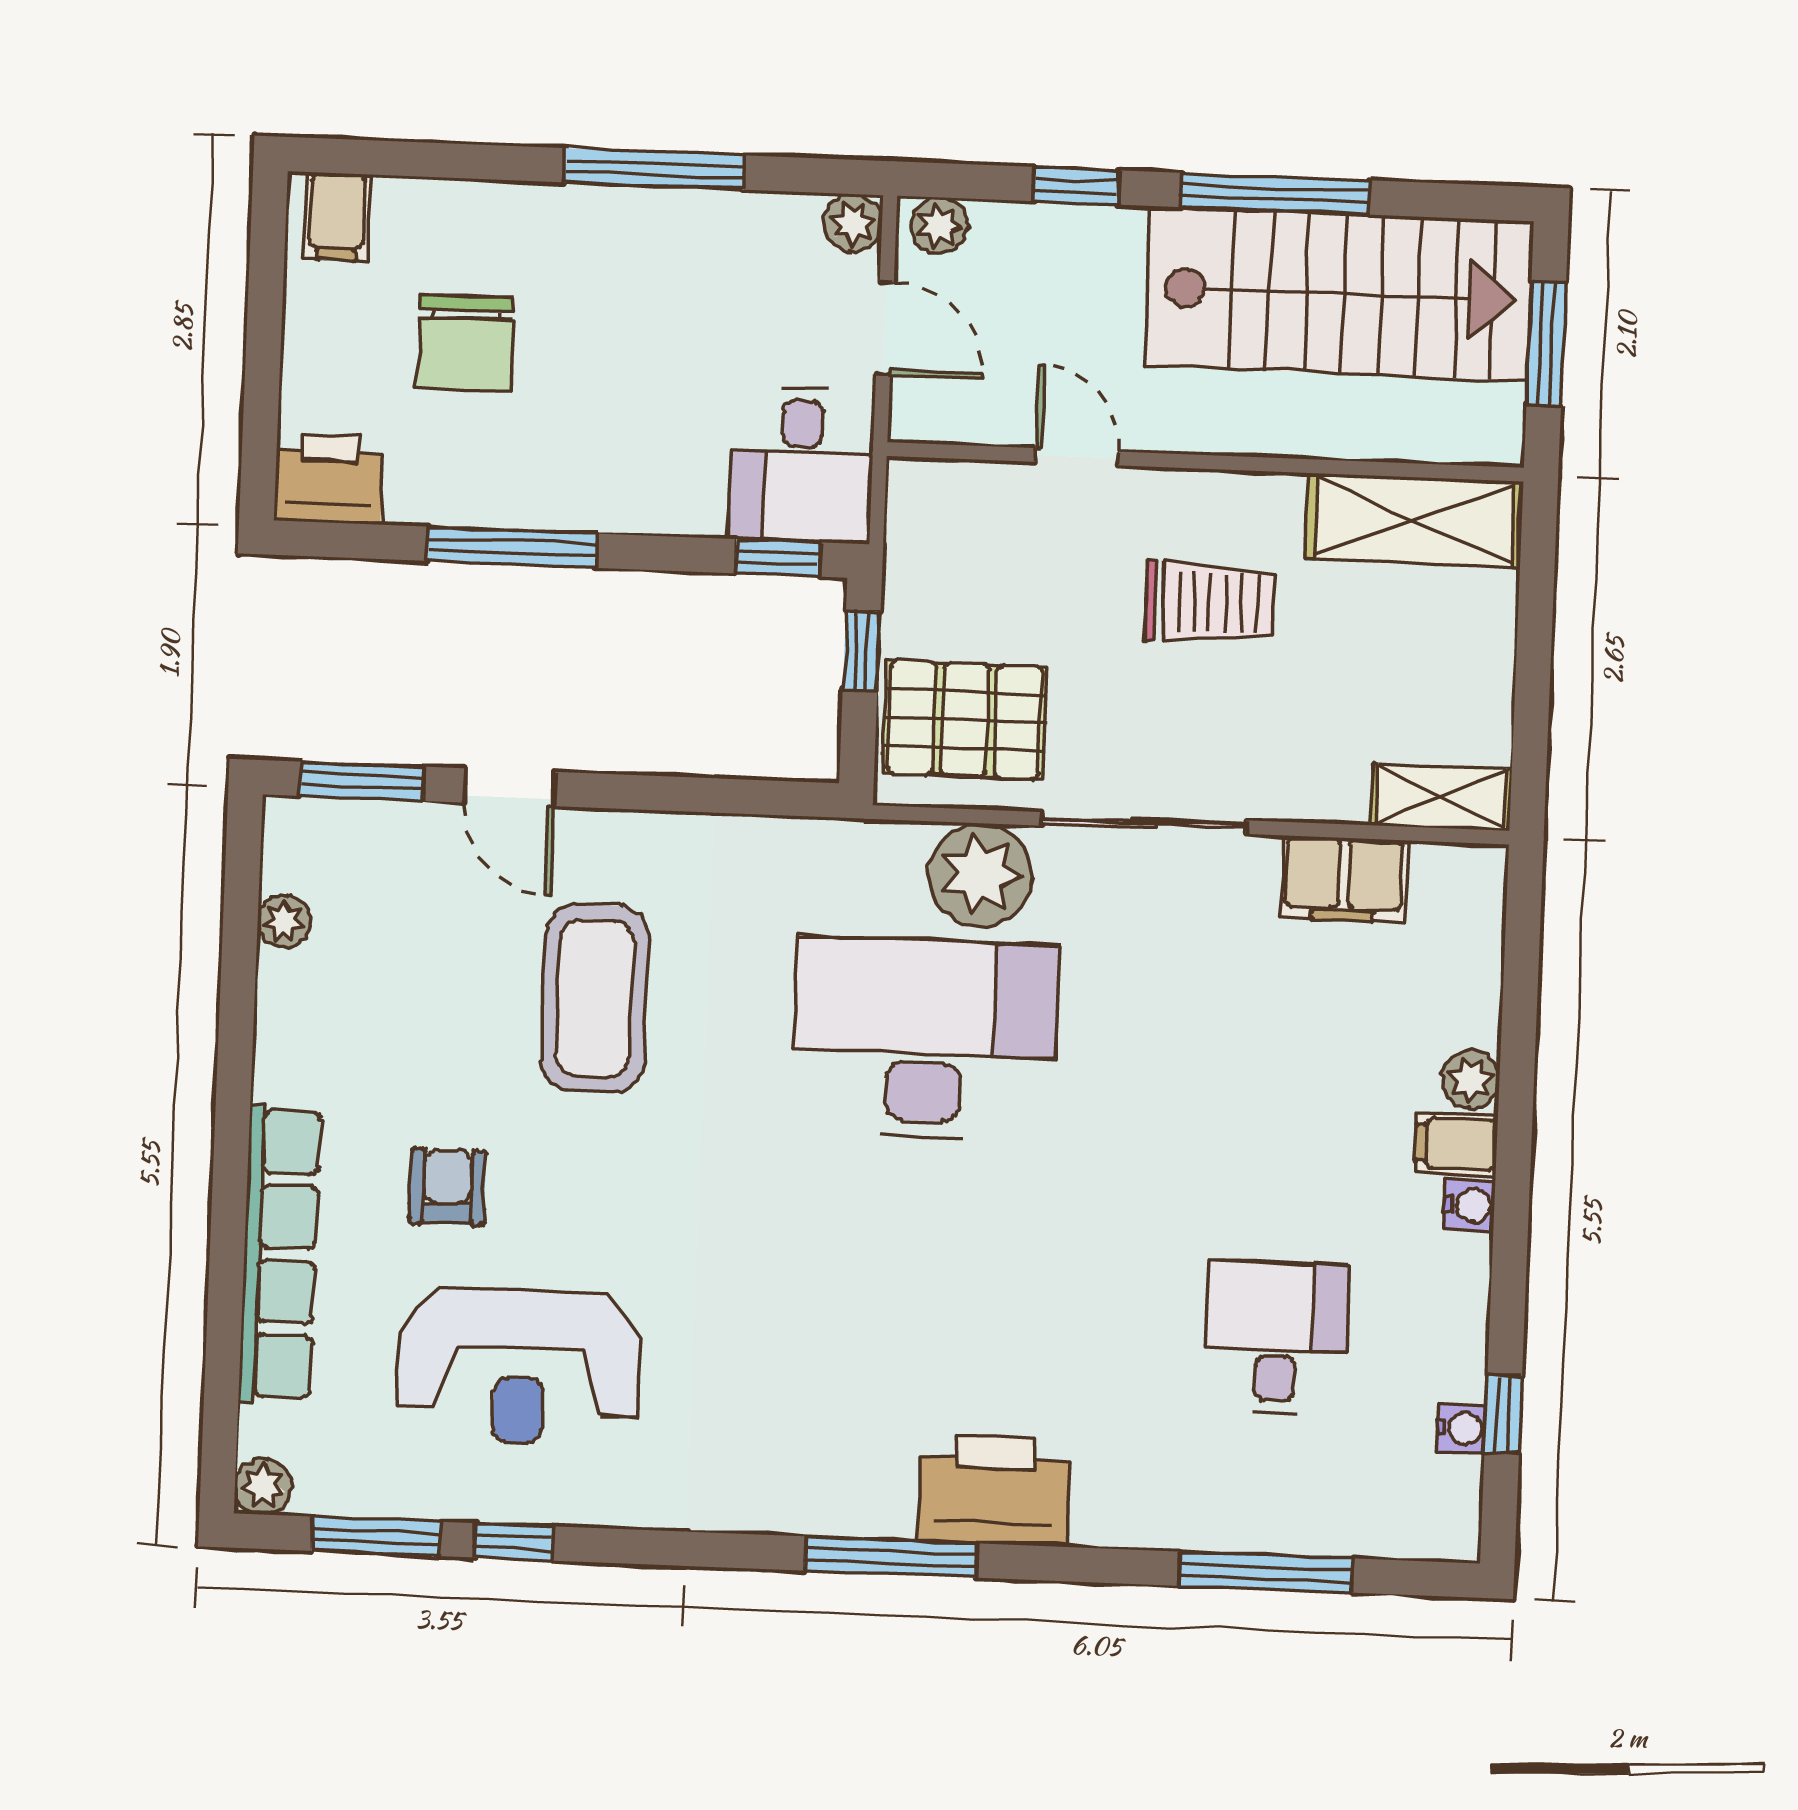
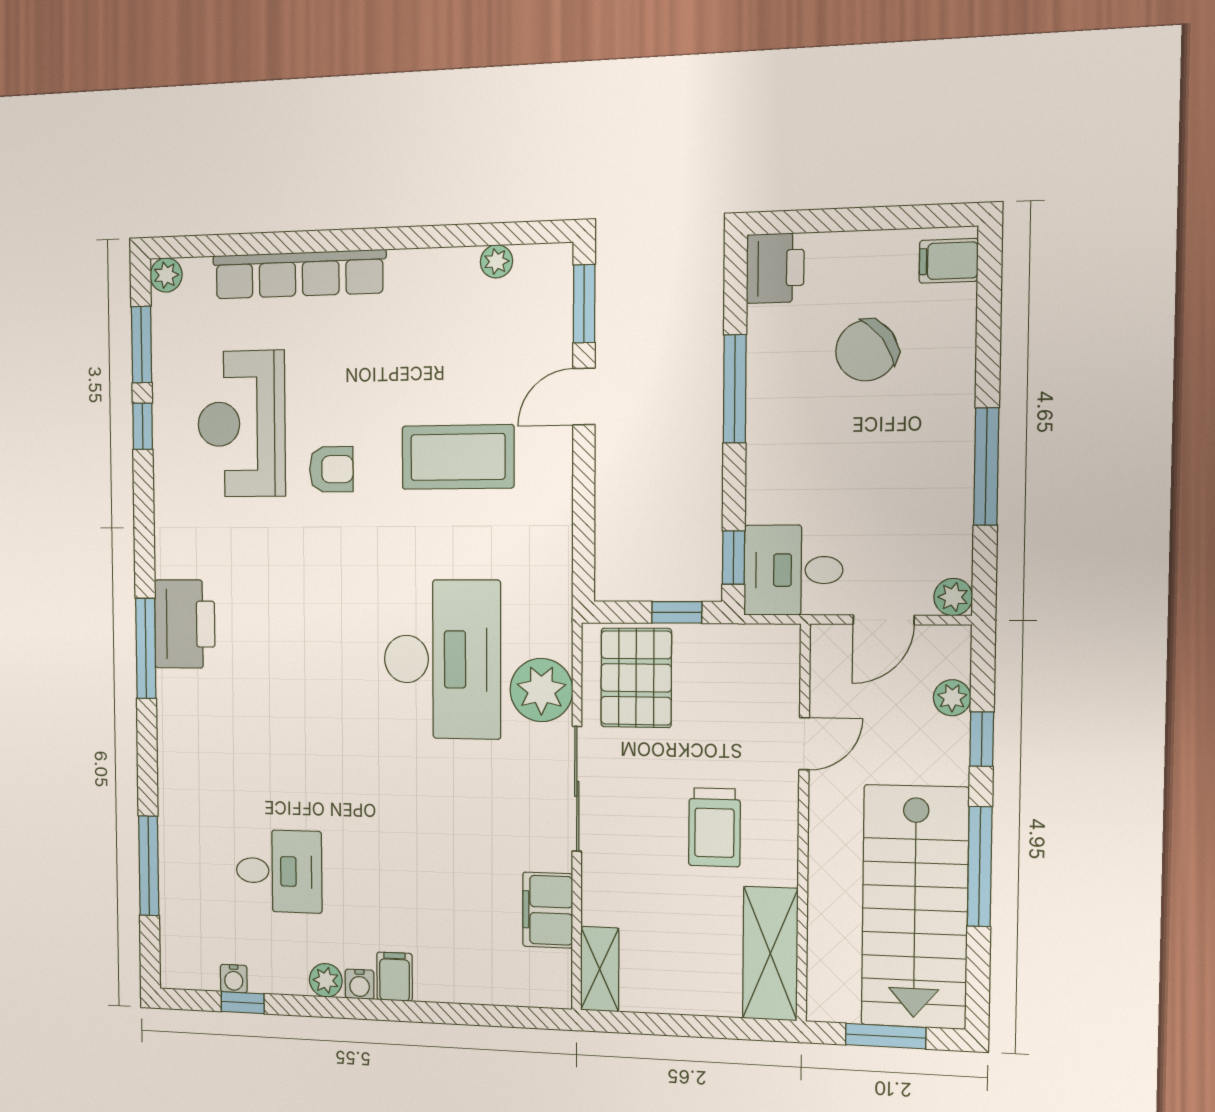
plant: (939, 226) -> (952, 698), moved
chair: (466, 343) -> (867, 350), turned -36
plant: (1471, 1080) -> (326, 980), moved
armchair: (447, 1187) -> (331, 469), moved
printer: (994, 1490) -> (185, 624), moved

